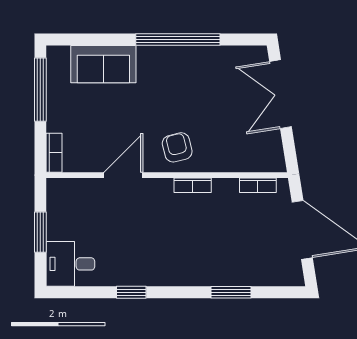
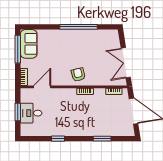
sofa: (103, 64) -> (29, 44), moved, turned -90
double door: (281, 94) -> (126, 63), moved
door: (123, 175) -> (42, 87), moved
desk: (70, 264) -> (31, 113), moved

